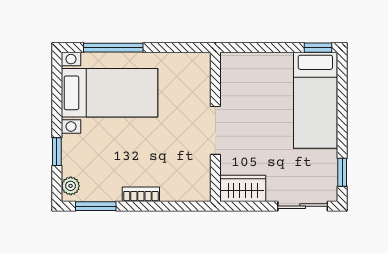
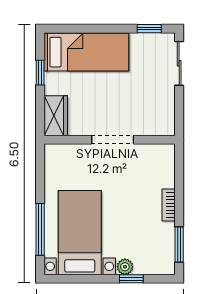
window: (318, 48) -> (40, 73), moved
plant: (71, 186) -> (125, 267), moved
wardrobe: (243, 188) -> (56, 116), moved, turned 180

